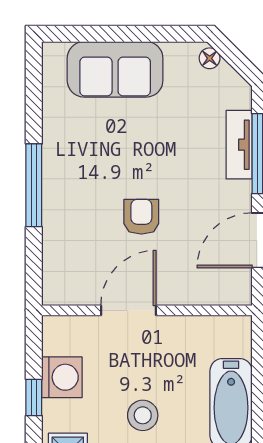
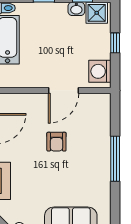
washing machine: (62, 377) -> (100, 71), moved
stool: (143, 415) -> (56, 33), removed

